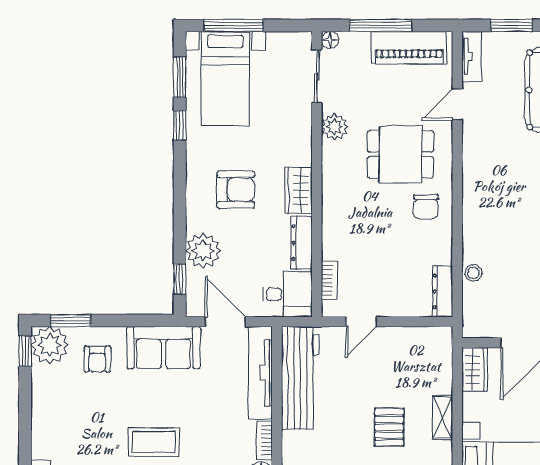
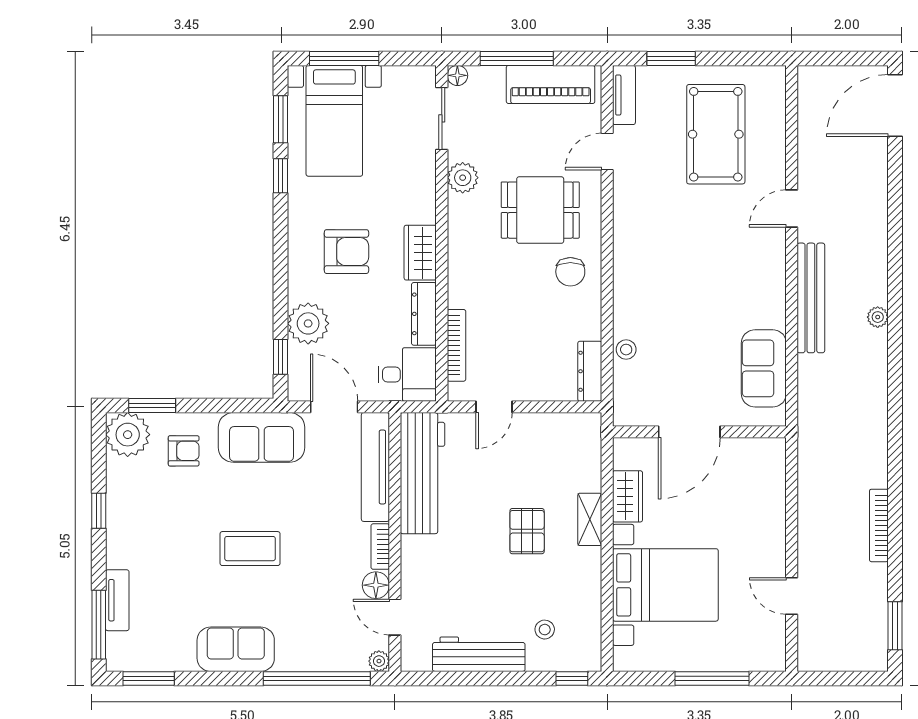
bookcase: (329, 280) -> (456, 345), width x1.56
window: (25, 351) -> (99, 511), moved
armchair: (97, 359) -> (184, 451), turned -90
wardrobe: (475, 369) -> (628, 496), moved

